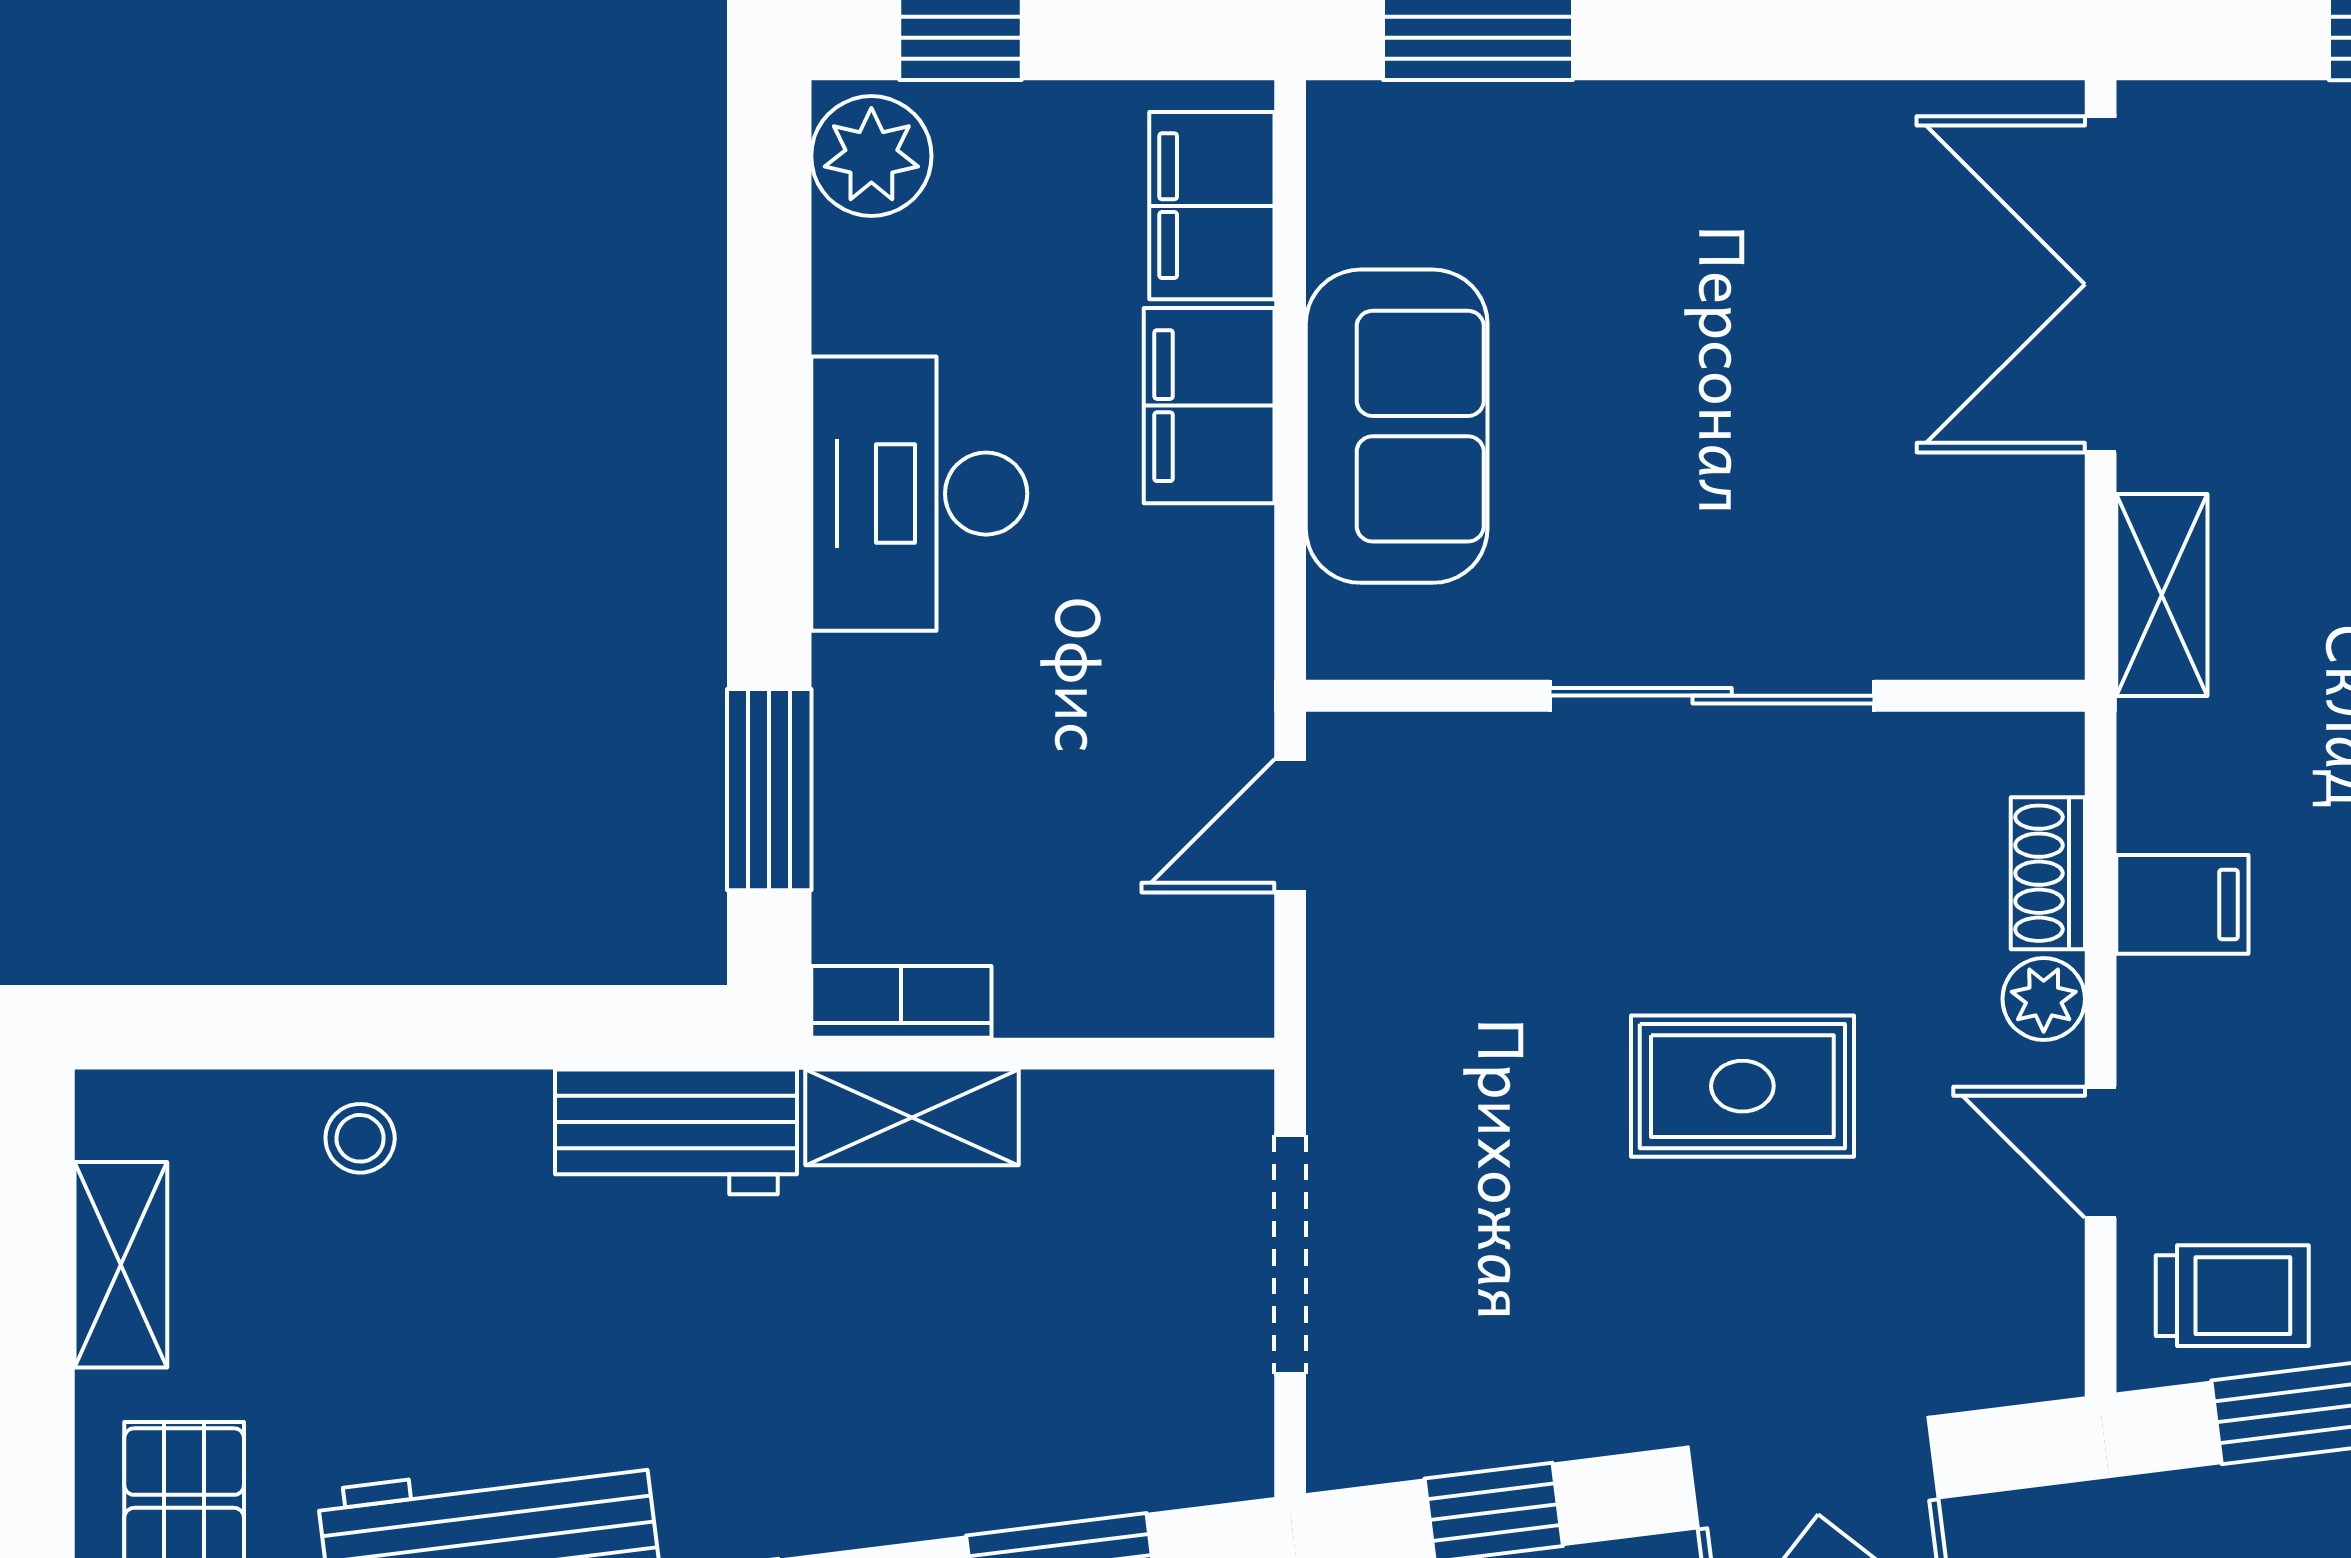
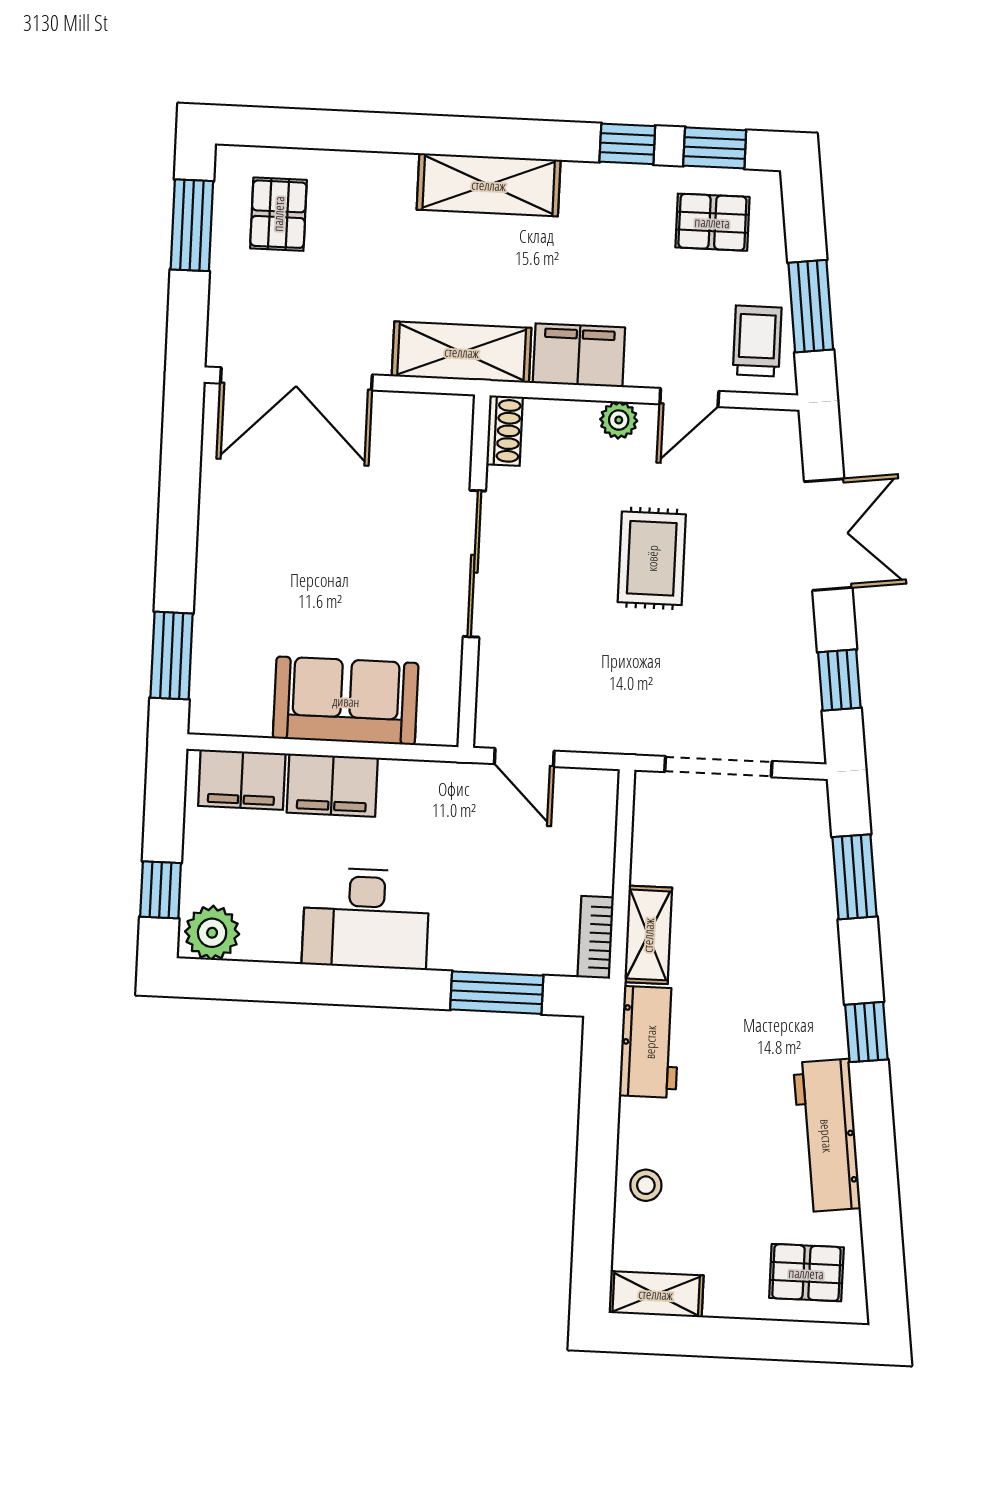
shelving: (2162, 595) -> (462, 352), width x1.50, depth x1.33
shoe rack: (2048, 873) -> (505, 431), moved, turned -90
filing cabinet: (2182, 904) -> (579, 355), width x2.00
shelving: (121, 1265) -> (656, 1294), moved

